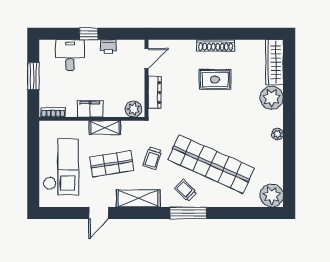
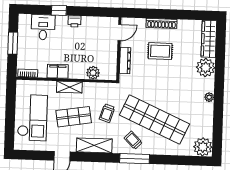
door: (146, 58) -> (119, 33), moved
wall: (146, 78) -> (119, 49), moved
dresser: (155, 93) -> (125, 60), moved

